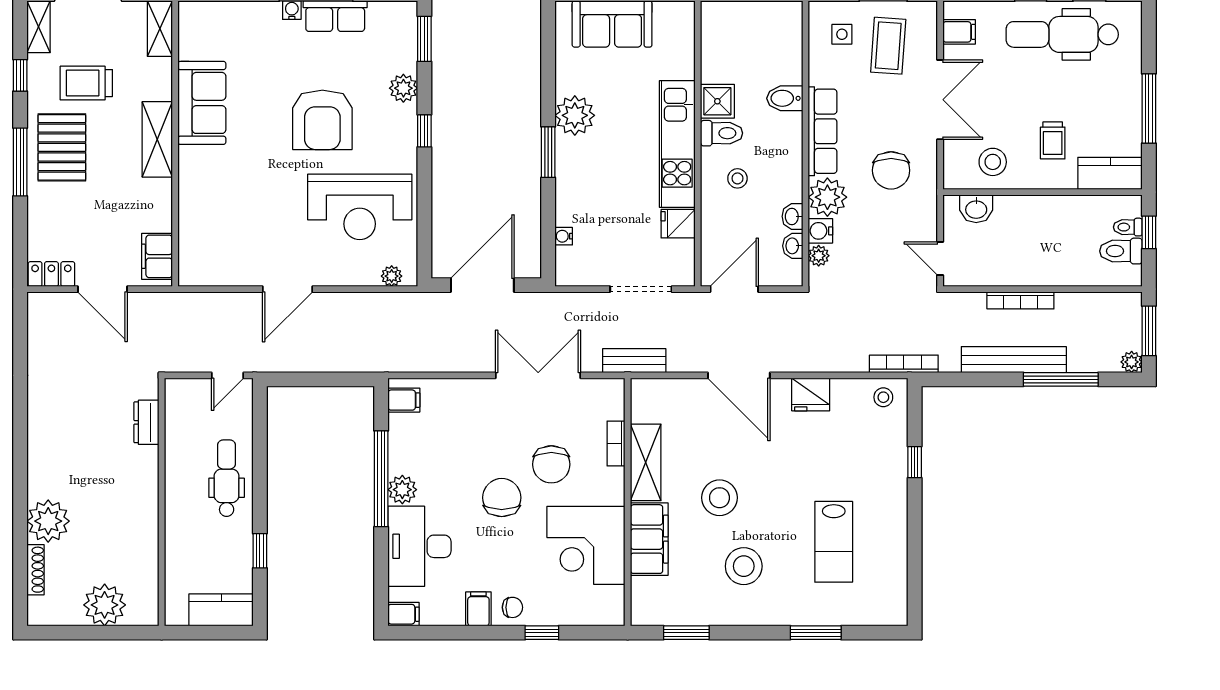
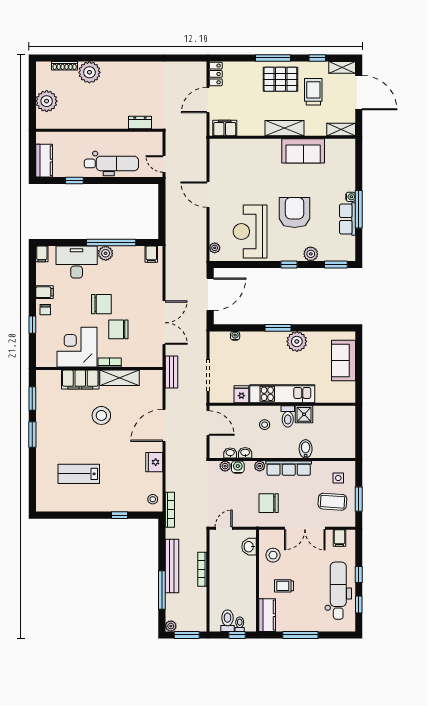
armchair: (322, 120) -> (295, 212), turned 90
plant: (827, 197) -> (260, 466), width x0.53, depth x0.53
door: (482, 285) -> (210, 294), hinge flipped
bookcase: (616, 443) -> (110, 363), moved
dental chair: (227, 478) -> (111, 163), width x1.36, depth x1.38
stool: (744, 566) -> (66, 428), removed
window: (816, 633) -> (32, 434), moved

